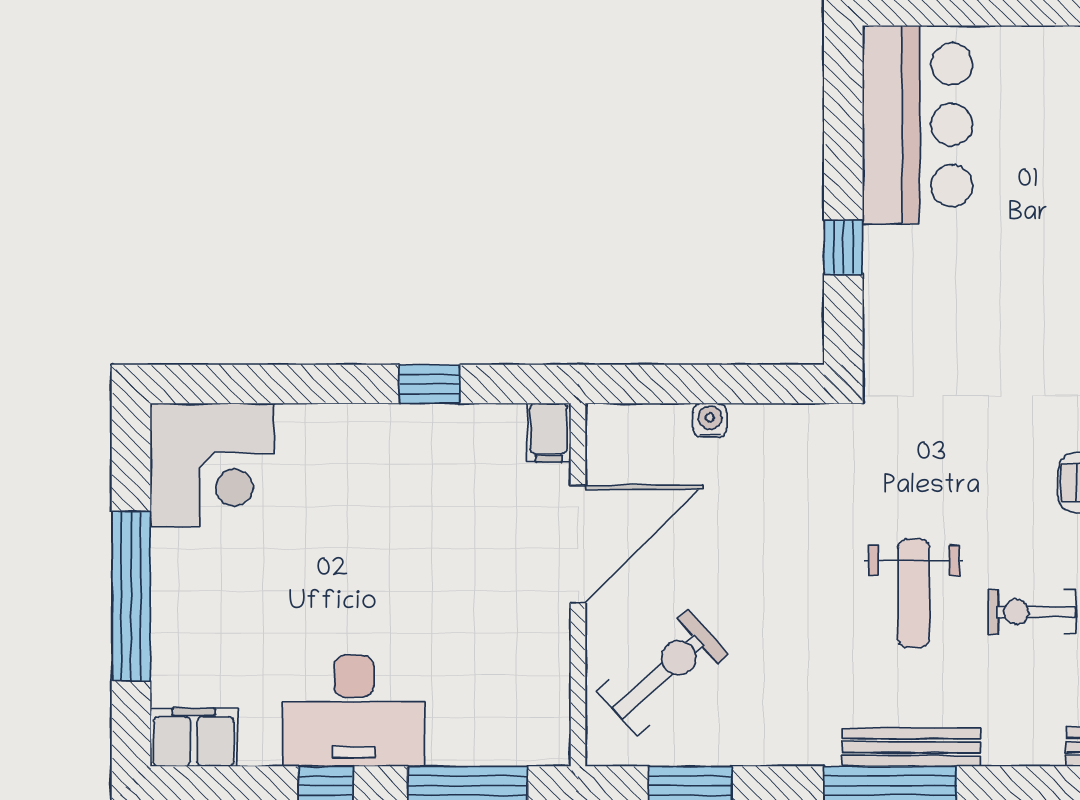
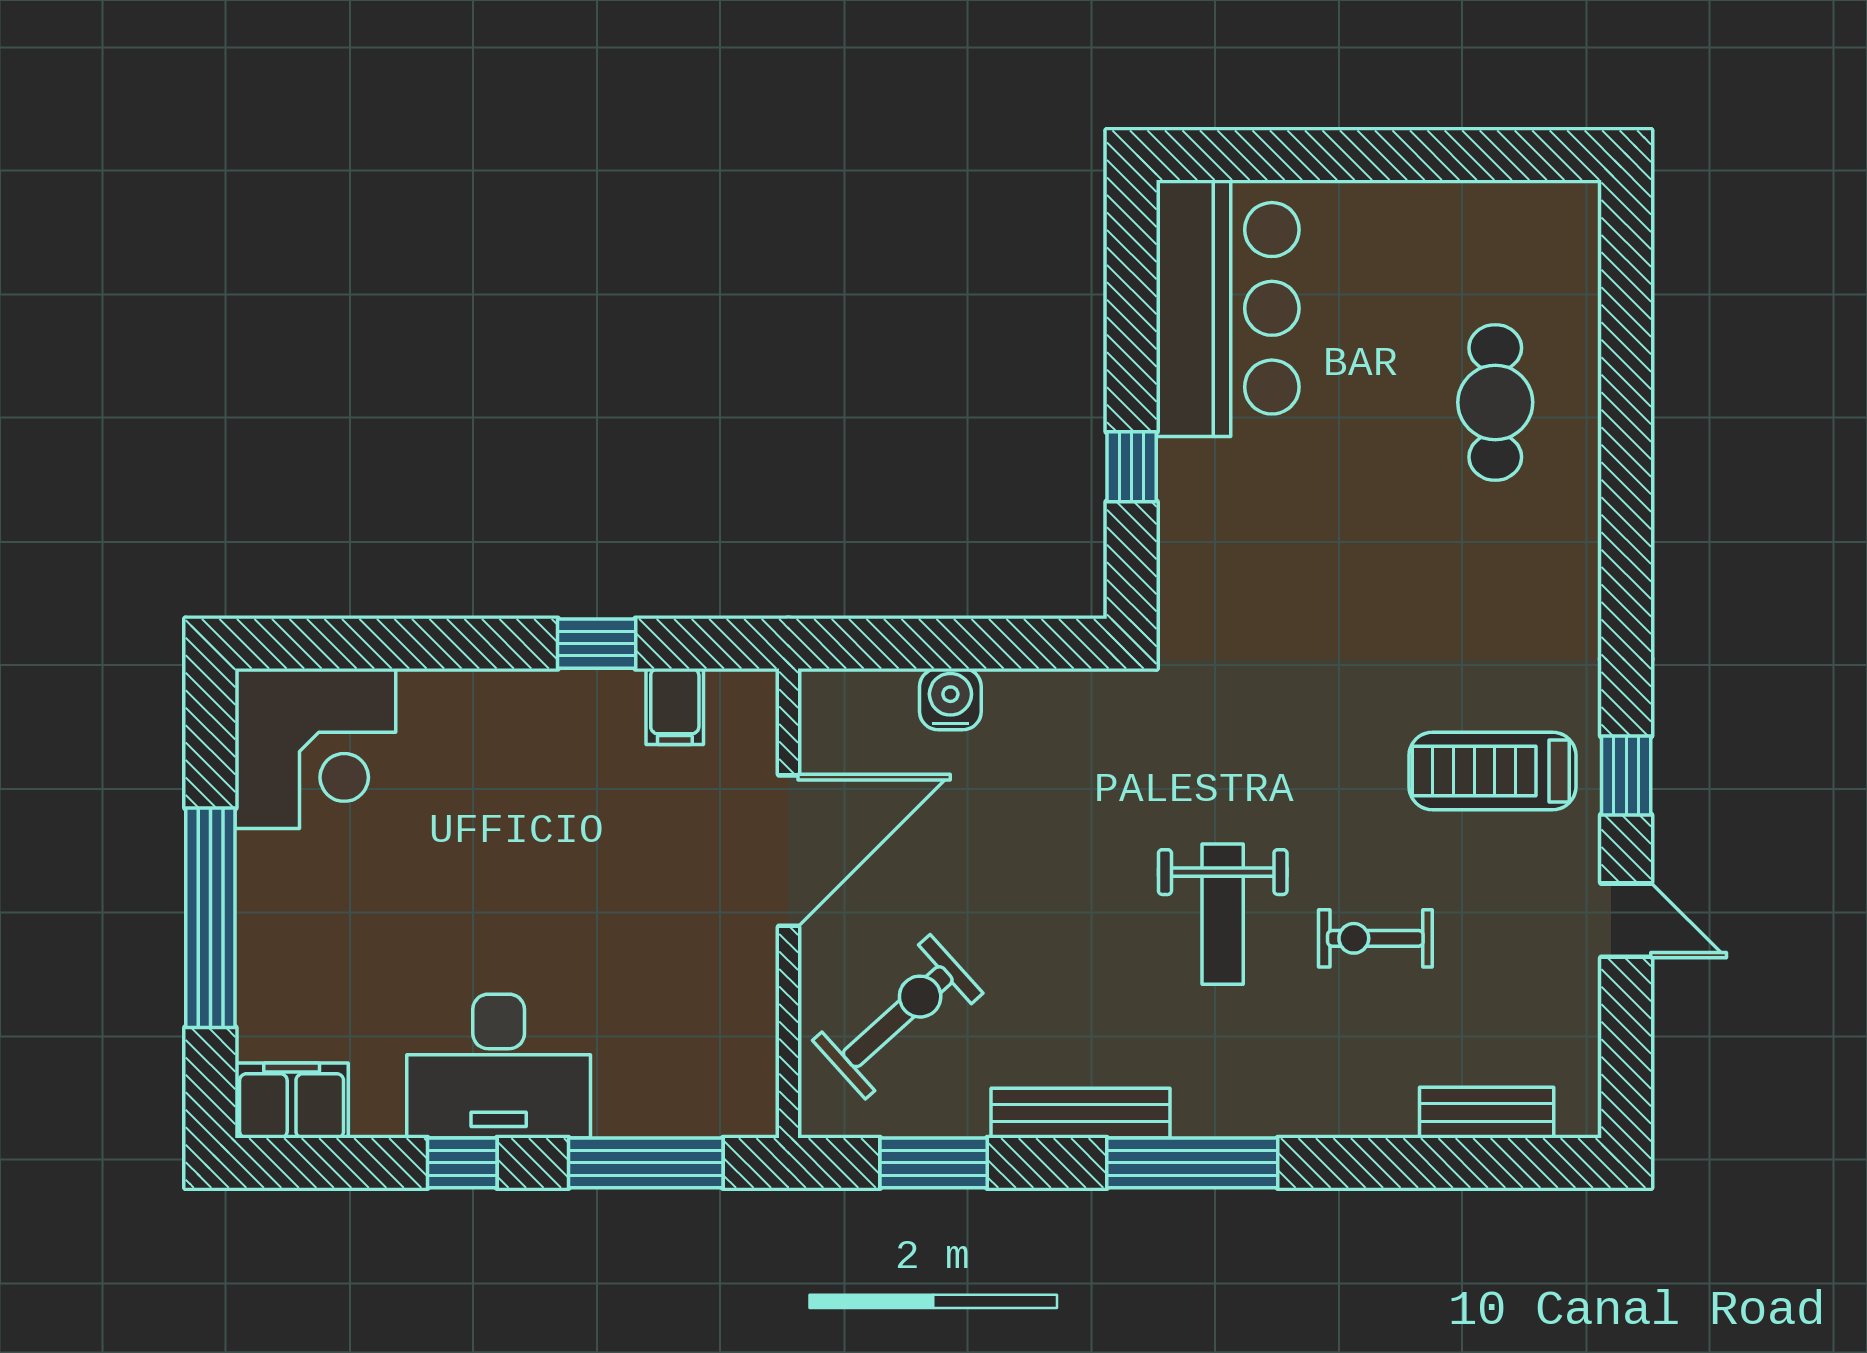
water cooler: (710, 420) -> (950, 699), width x1.38, depth x1.38
filing cabinet: (549, 433) -> (675, 706), moved
bench: (911, 747) -> (1080, 1113), moved

